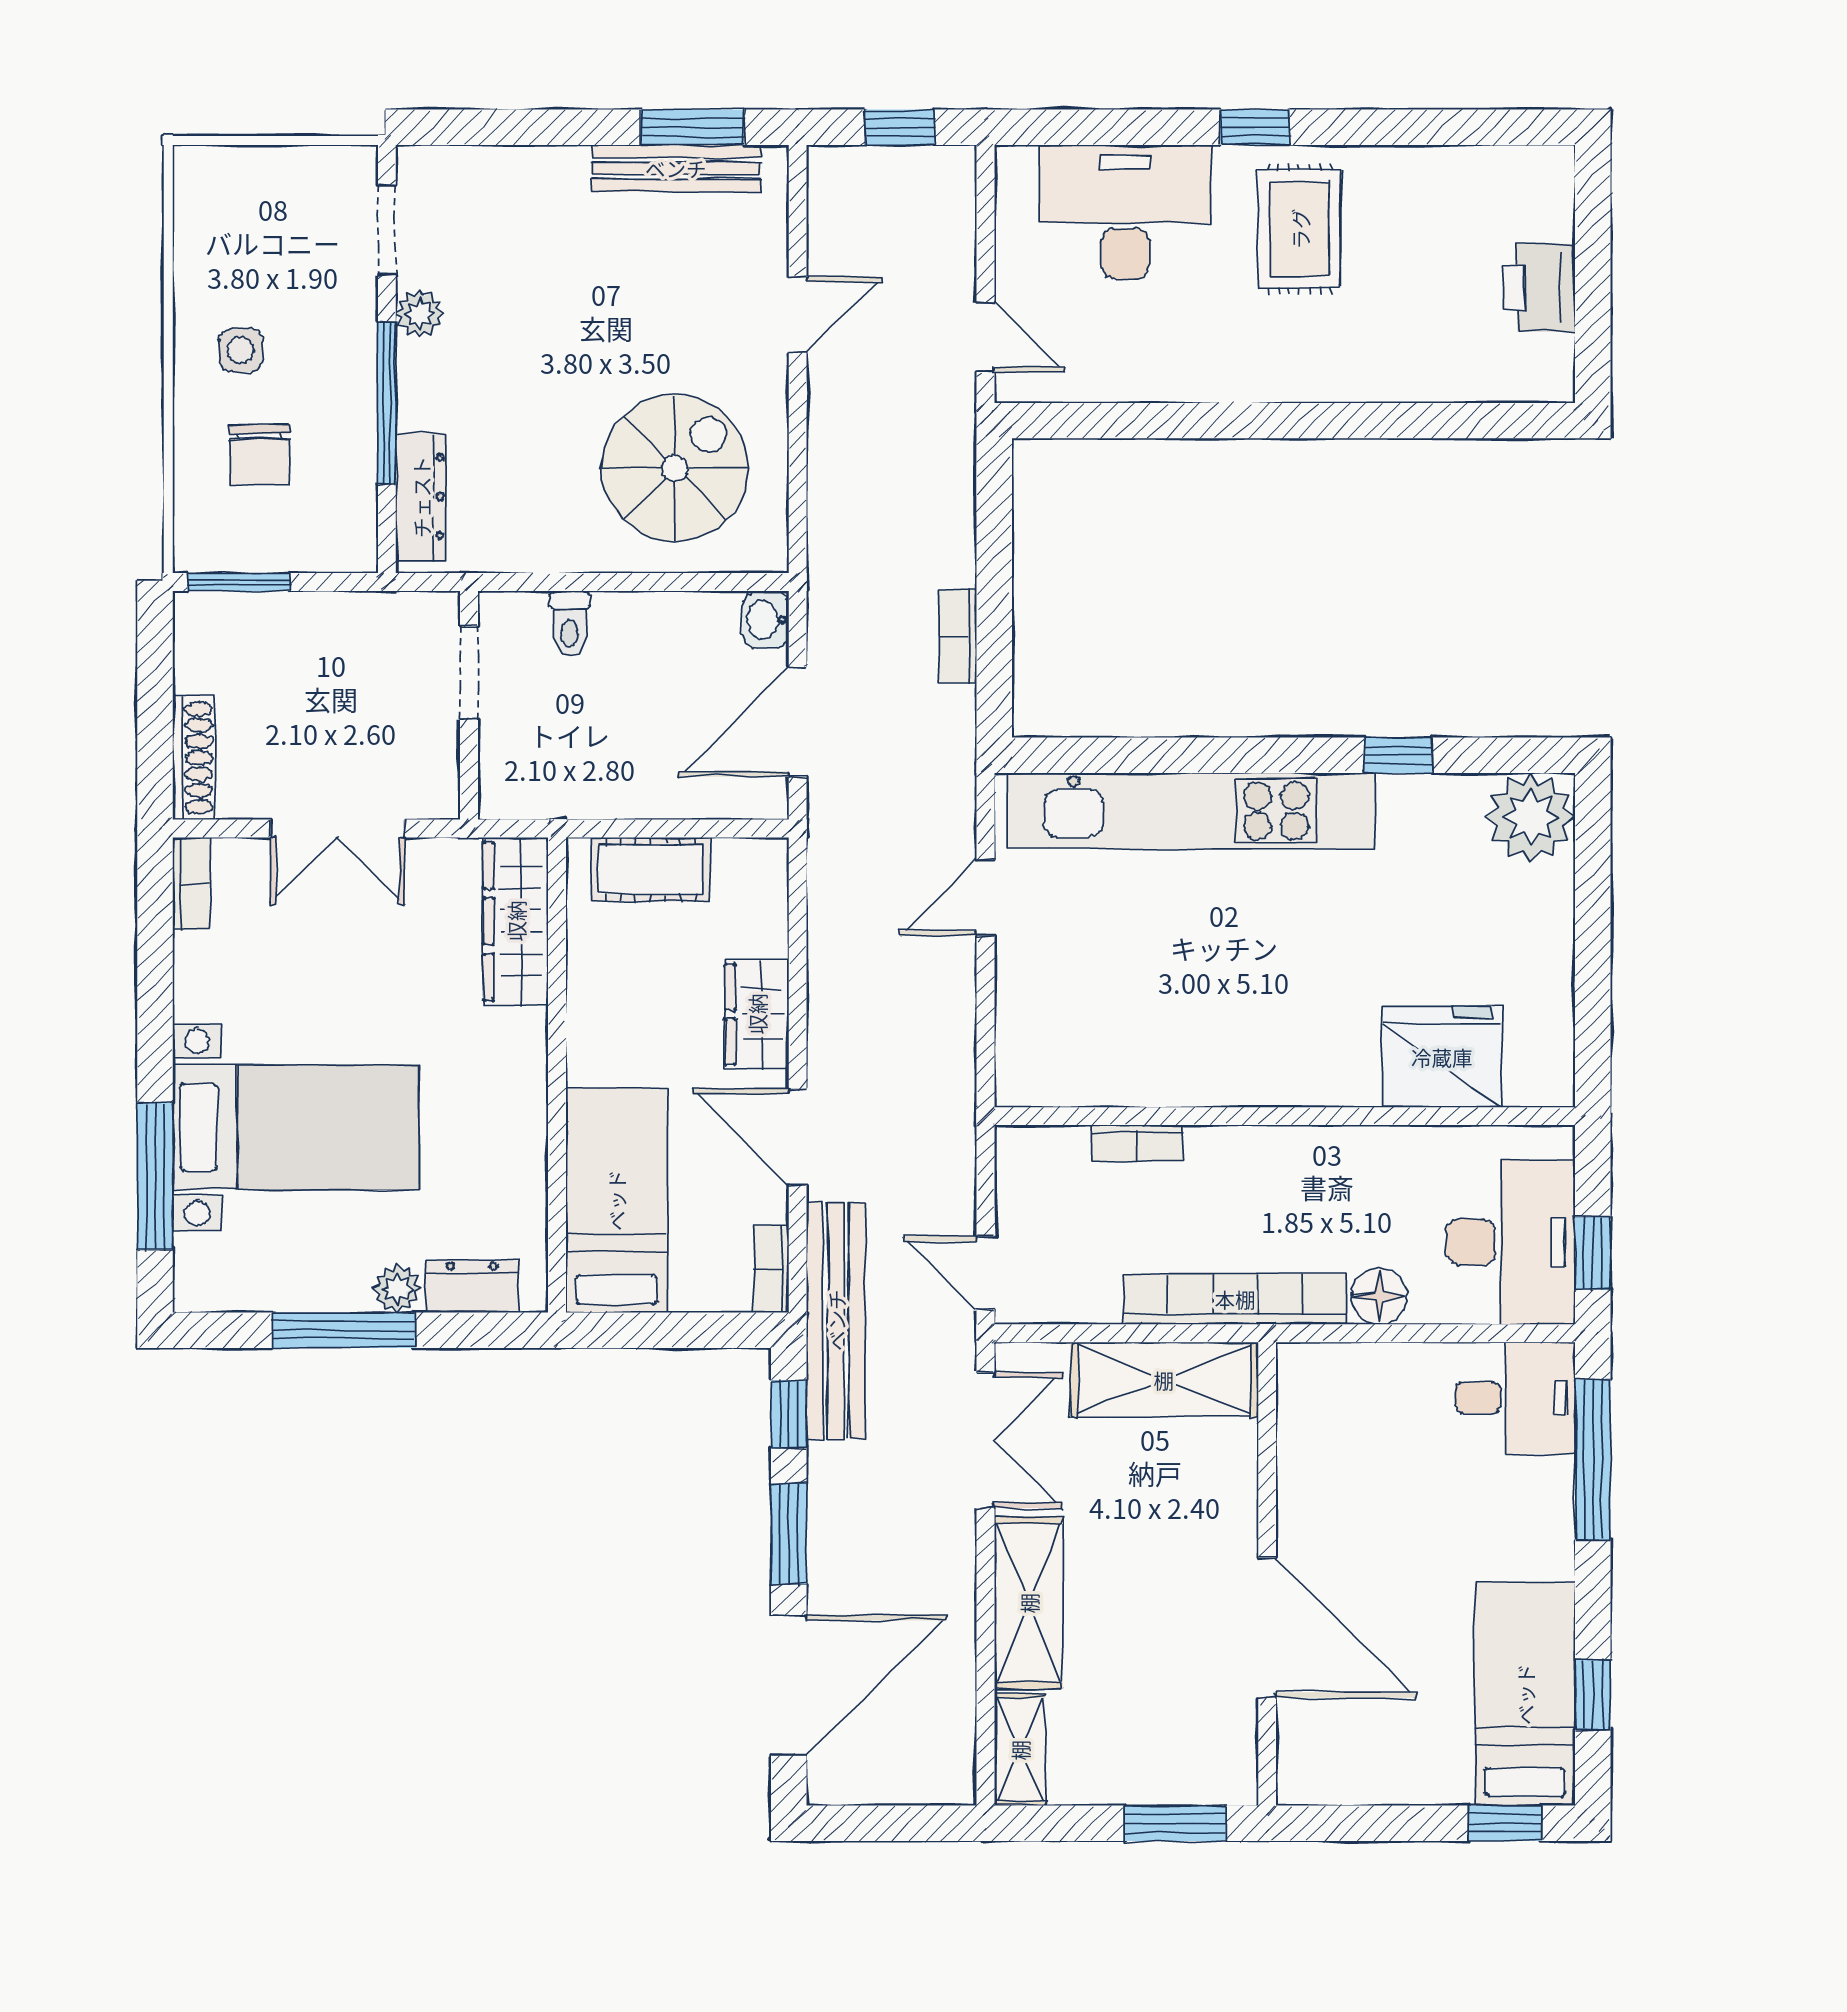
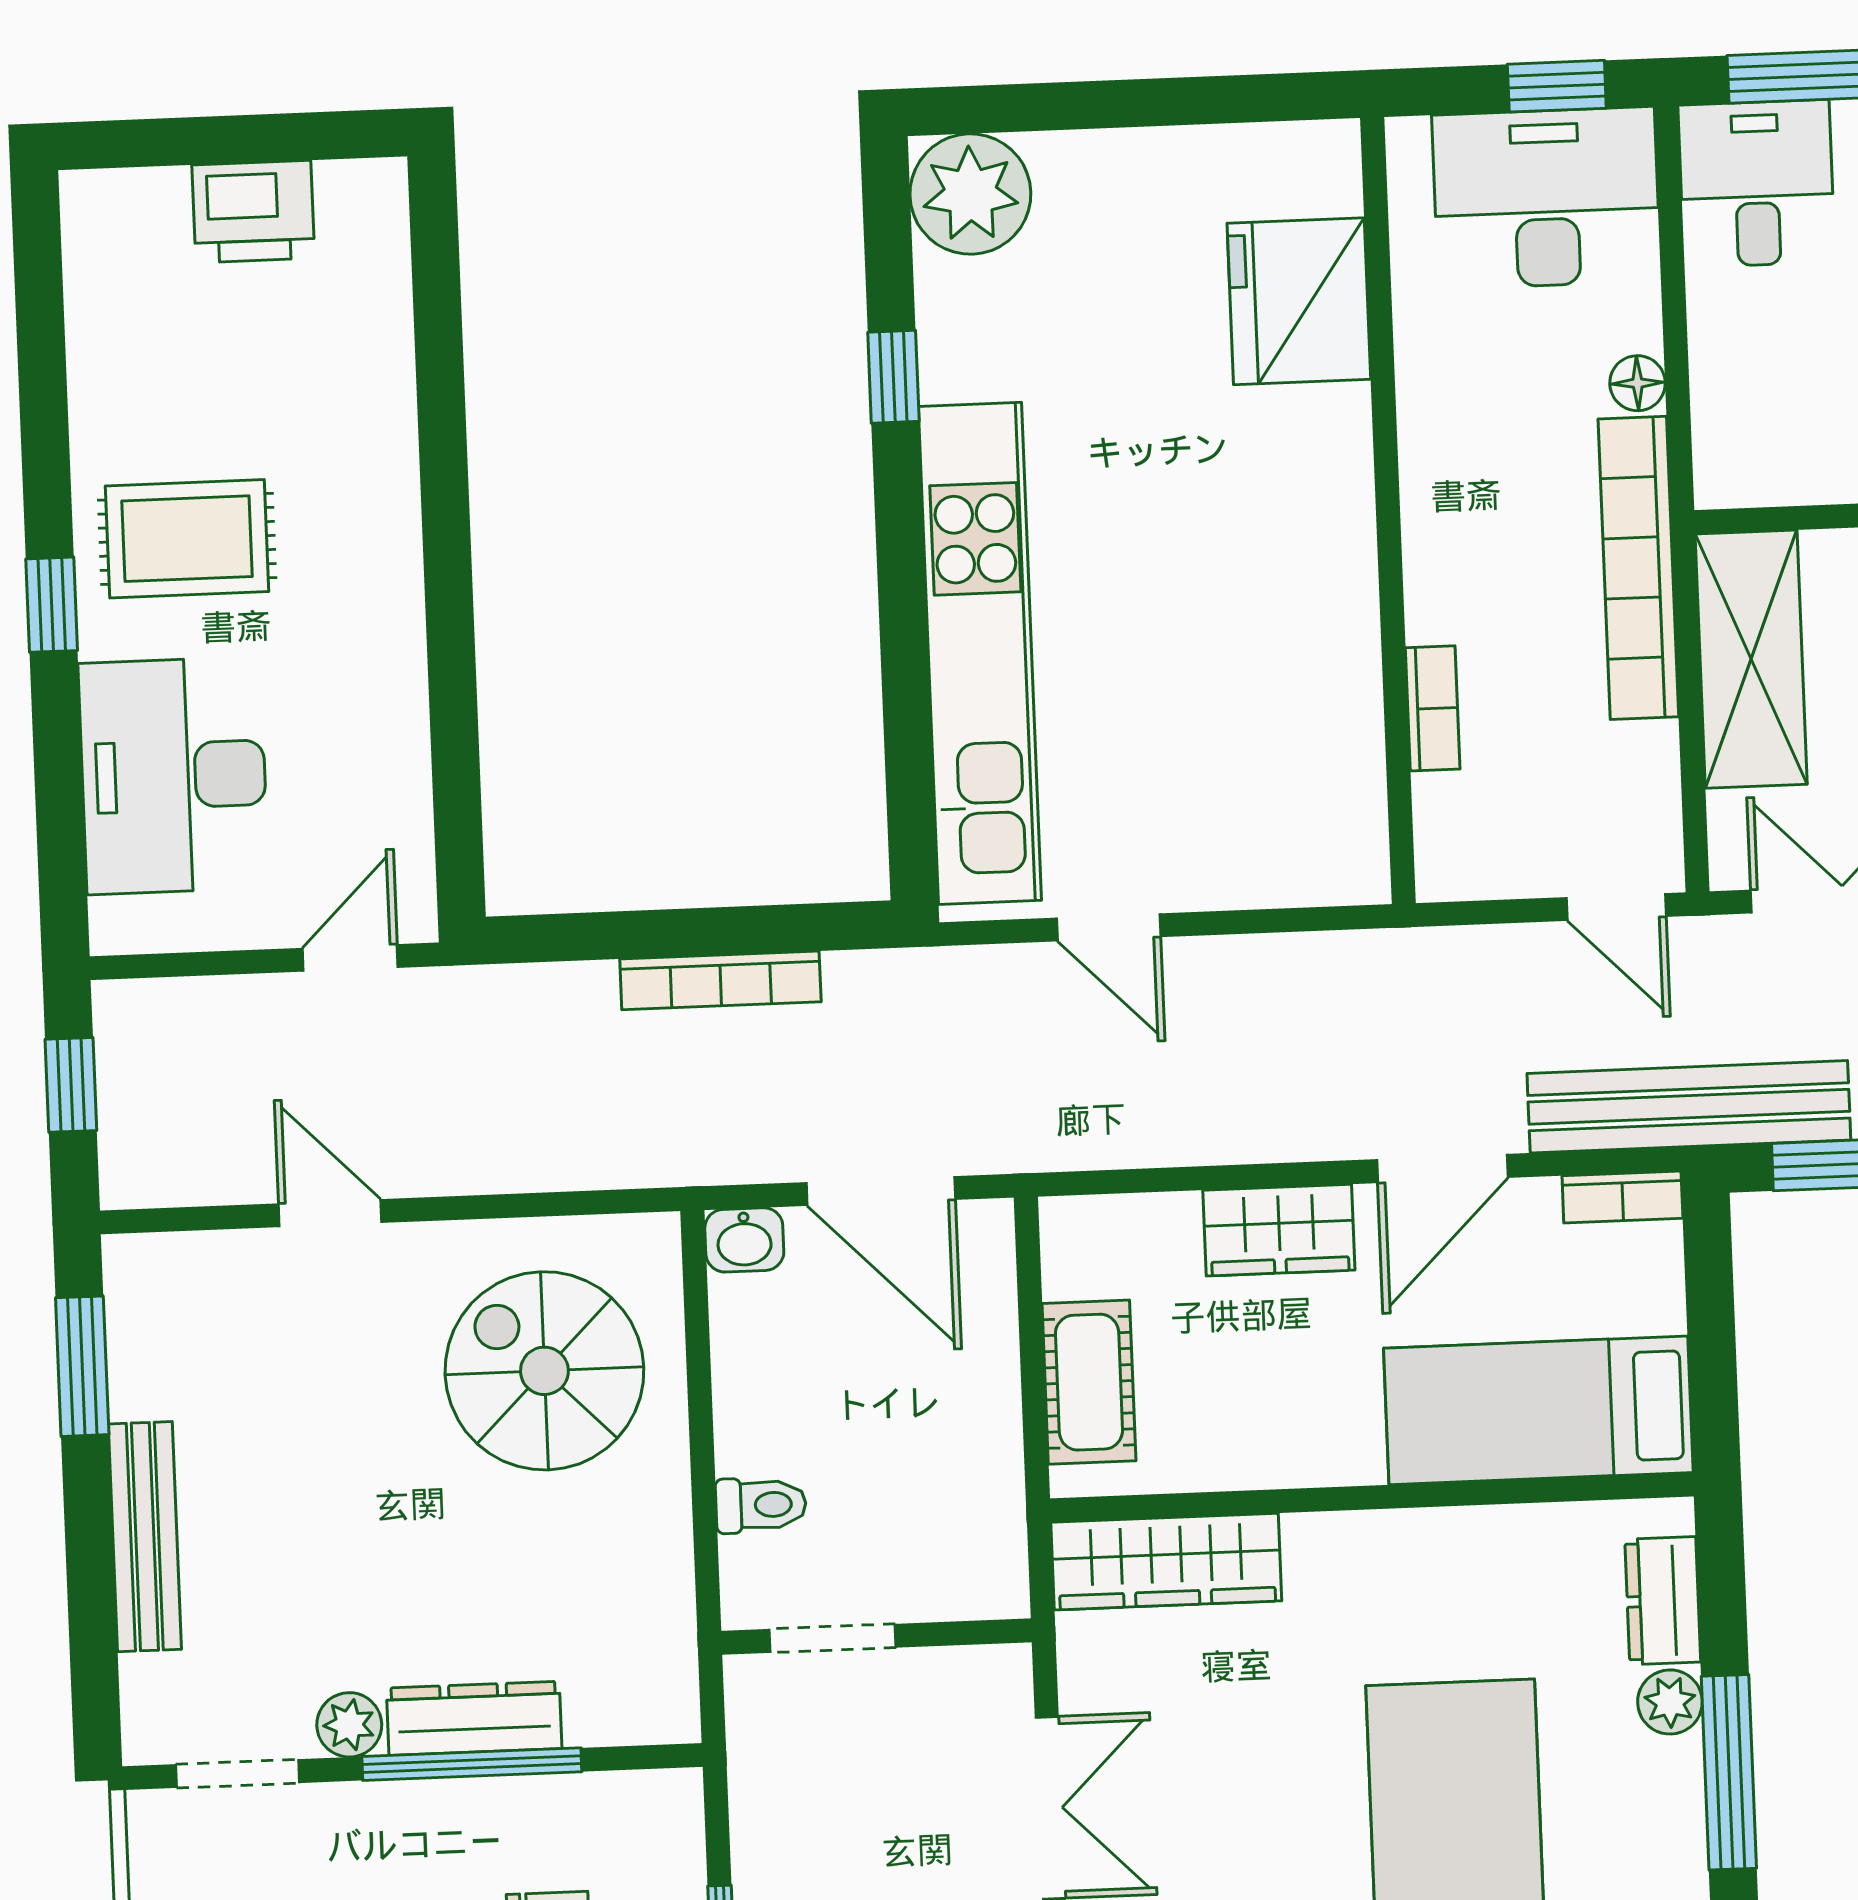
bench: (676, 168) -> (145, 1537), moved
dresser: (421, 497) -> (474, 1718), moved
bookcase: (958, 636) -> (720, 980), width x1.56
door: (985, 1273) -> (1616, 907), hinge flipped
floor lamp: (1379, 1296) -> (1637, 383), width x0.73, depth x0.73

